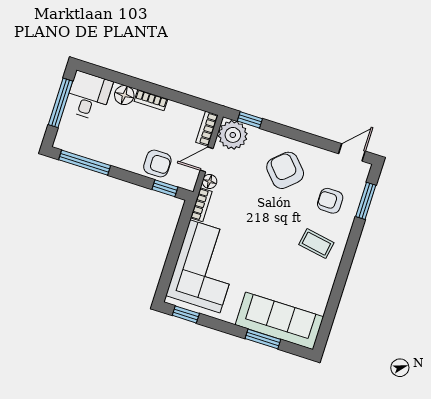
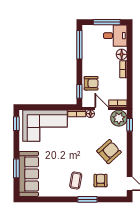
armchair: (157, 163) -> (91, 83), turned -90
window: (366, 201) -> (87, 199), moved

